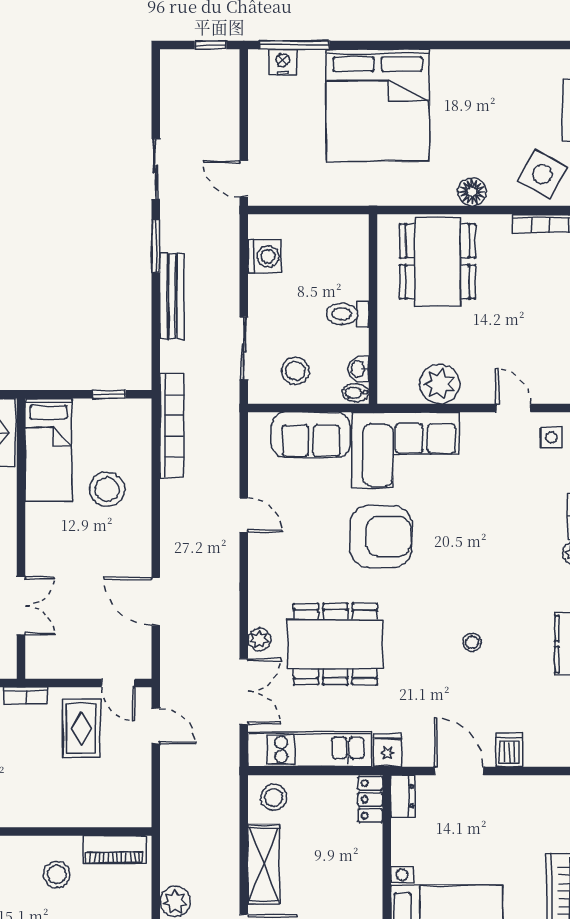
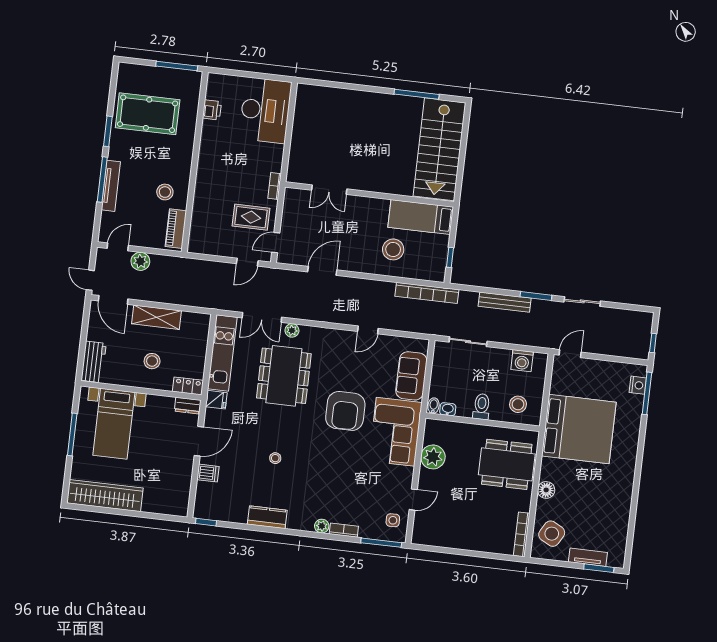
bed: (378, 105) -> (579, 429), moved, turned 180
stool: (295, 371) -> (518, 404), moved
stool: (274, 797) -> (152, 361), moved

